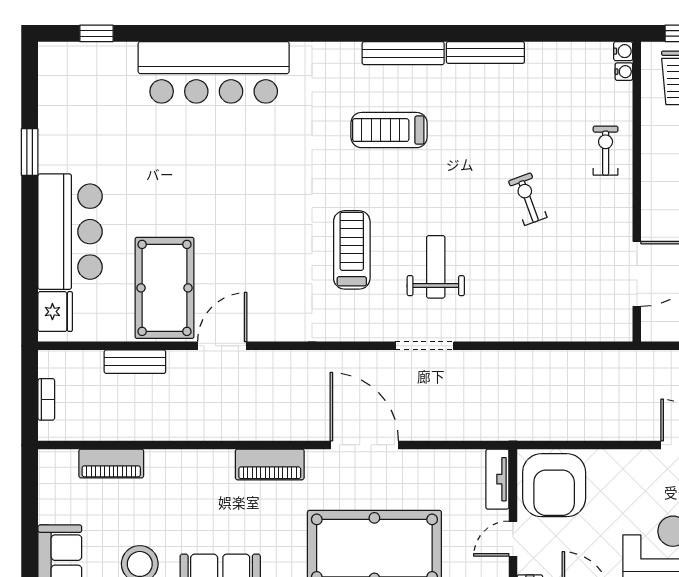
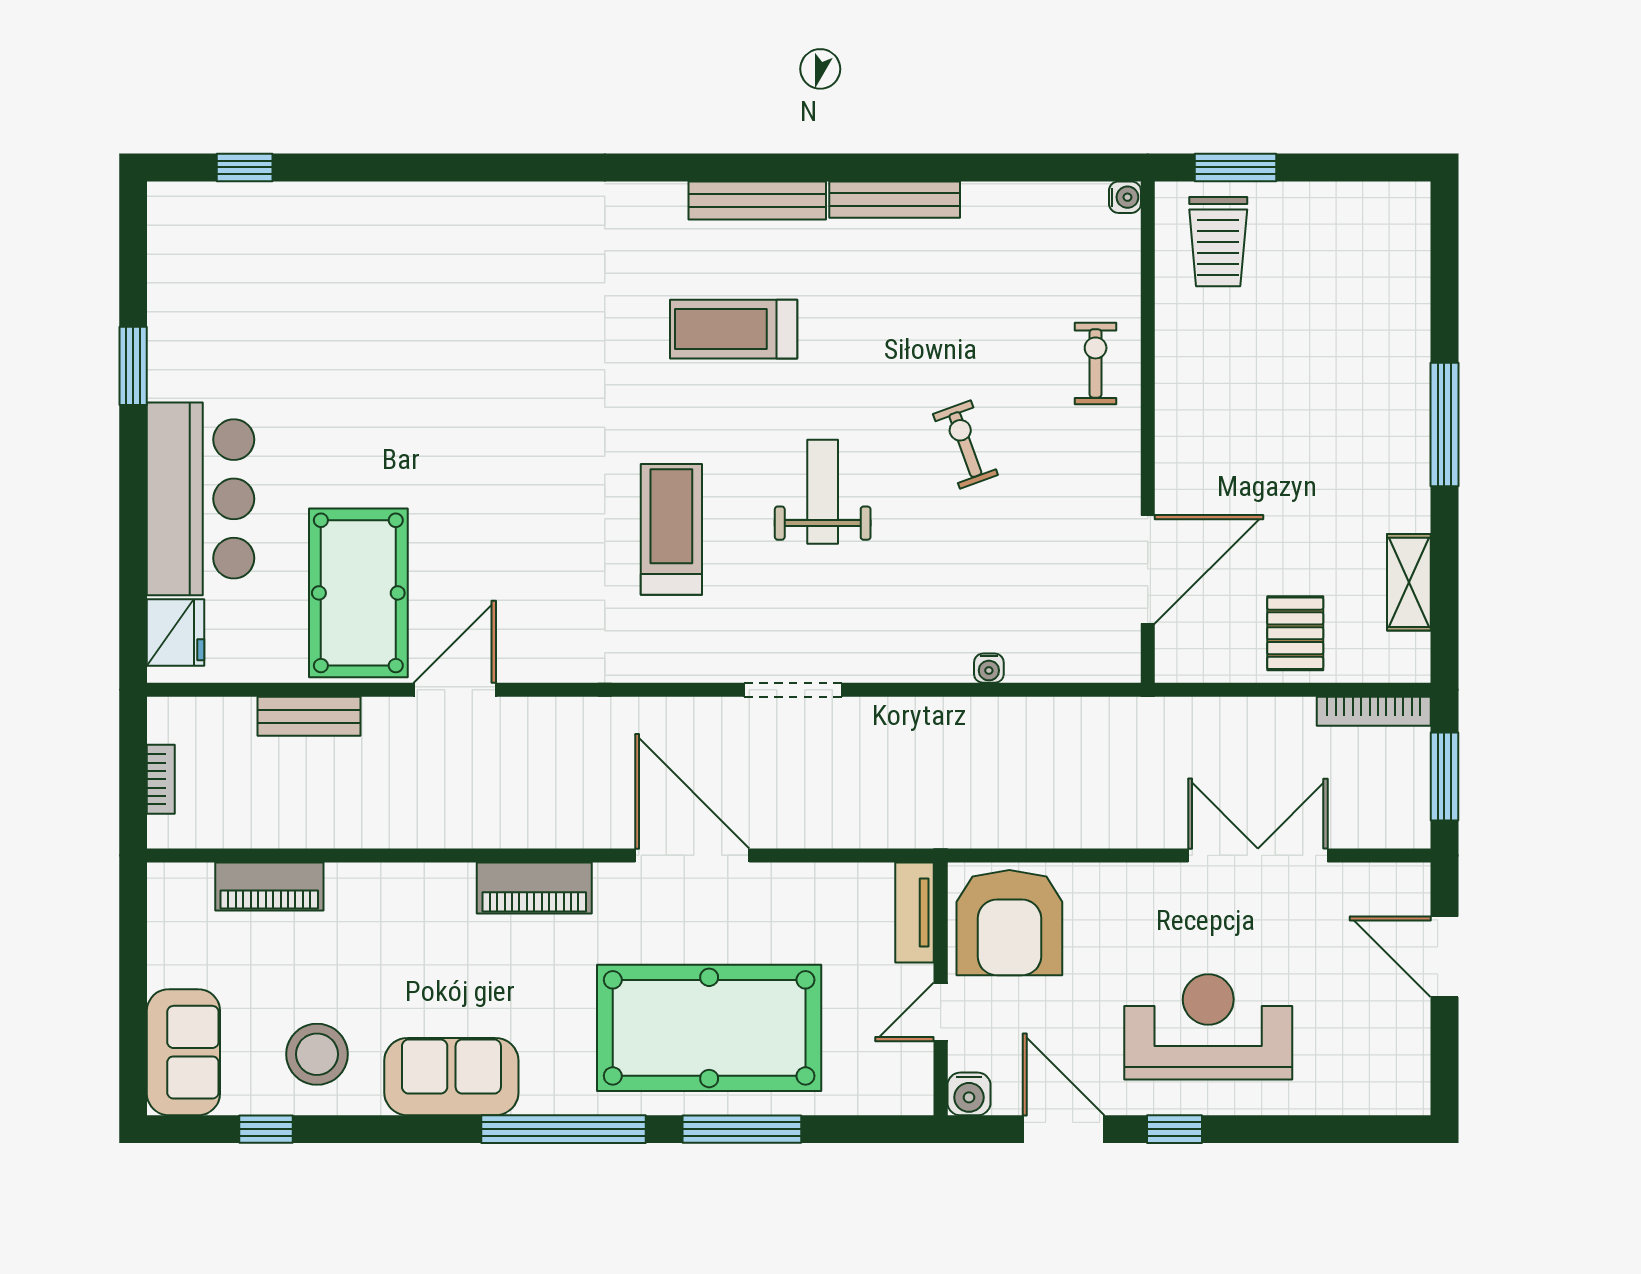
bar counter: (214, 72) -> (440, 233), removed
water cooler: (624, 72) -> (989, 668), moved, turned 90
weight bench: (436, 267) -> (823, 492), moved

